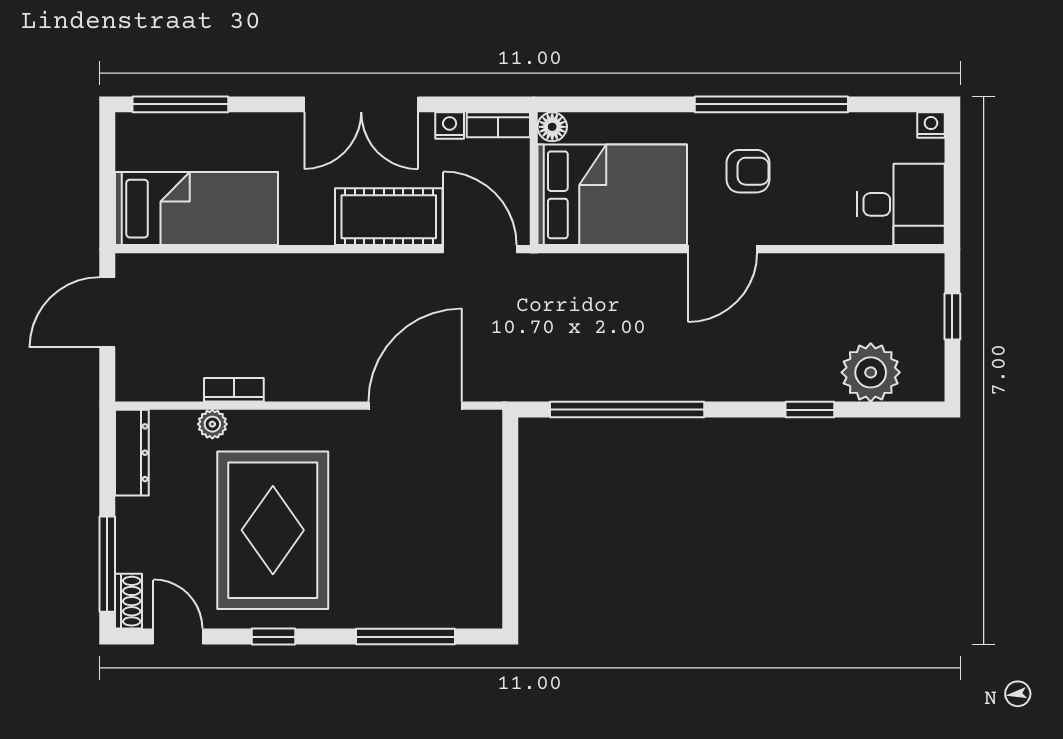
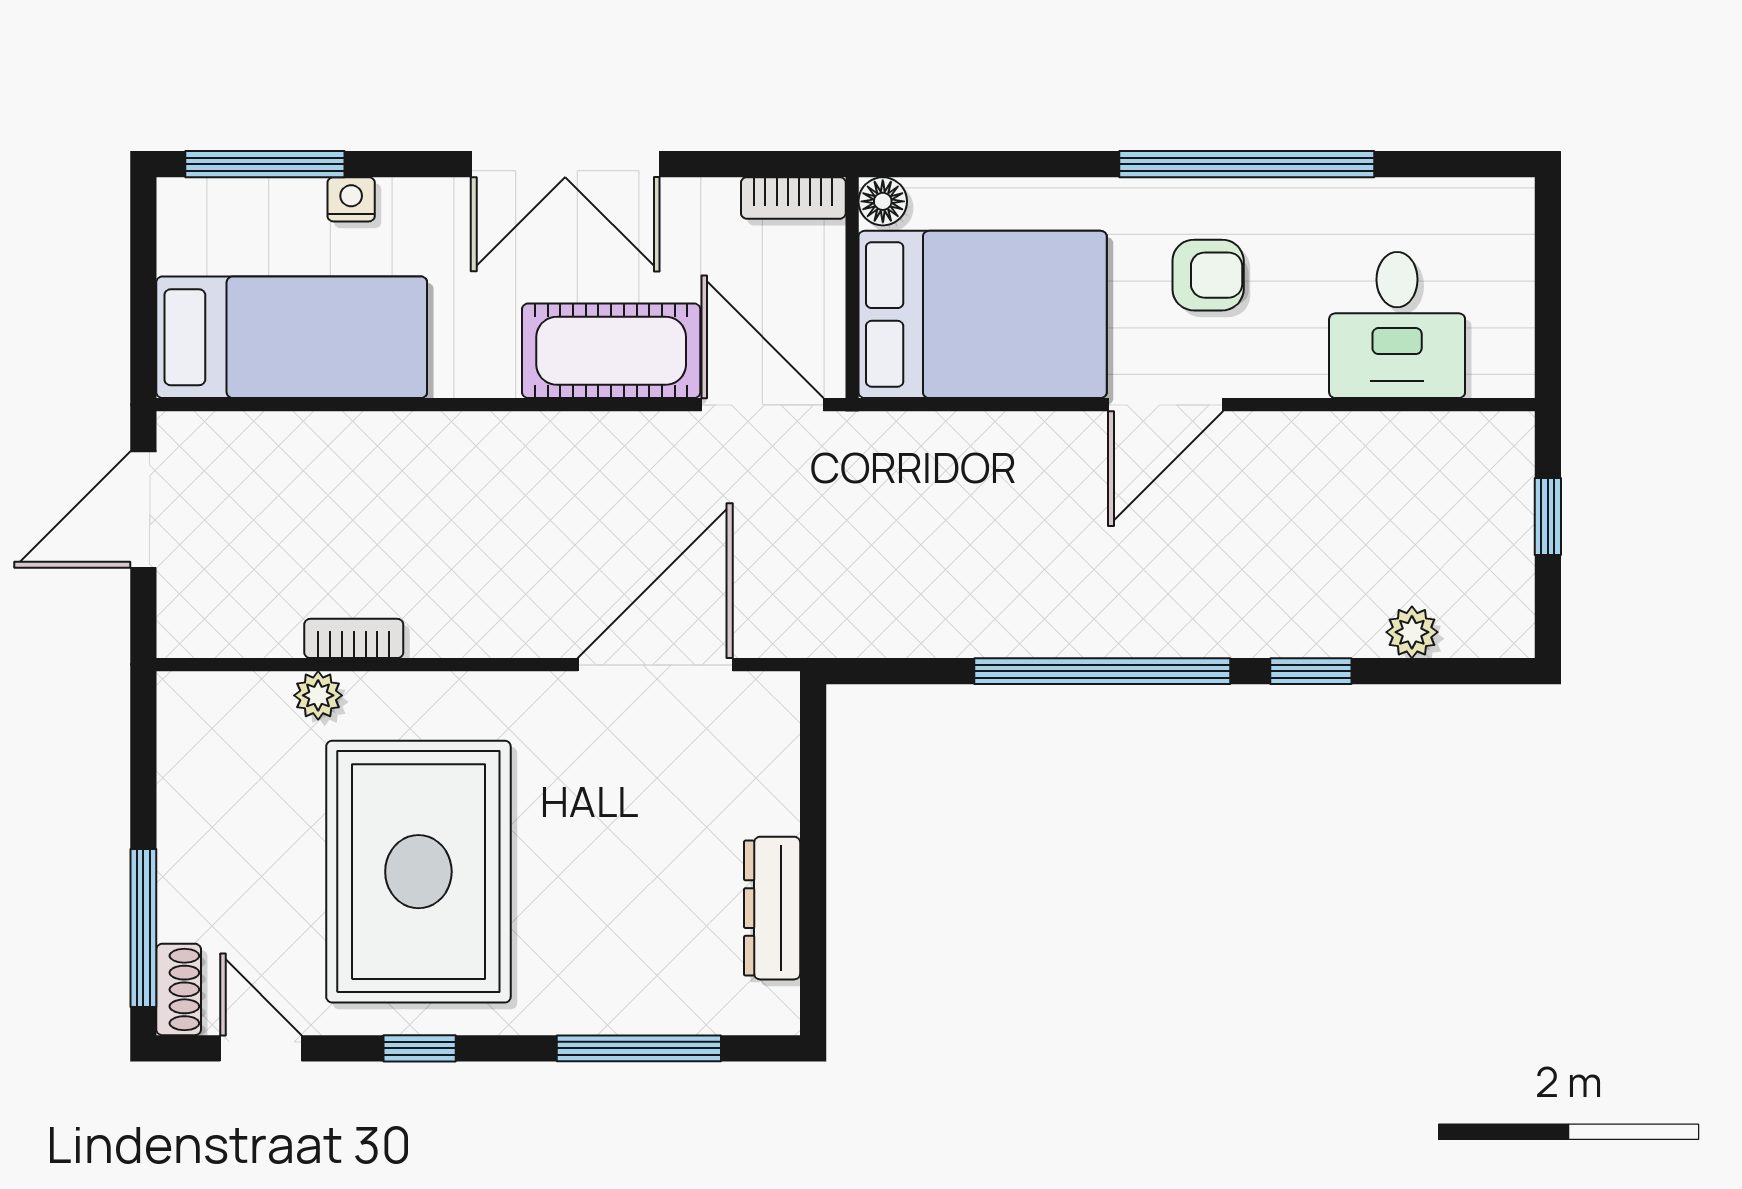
nightstand: (931, 125) -> (1512, 198), removed
nightstand: (450, 126) -> (351, 199), moved
desk: (901, 204) -> (1397, 325), moved, turned 90
plant: (871, 372) -> (1412, 632), width x0.53, depth x0.53
window: (627, 410) -> (1102, 671), moved
dresser: (132, 453) -> (772, 908), moved, turned 180

